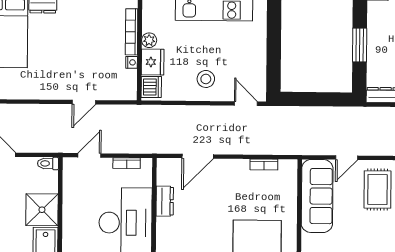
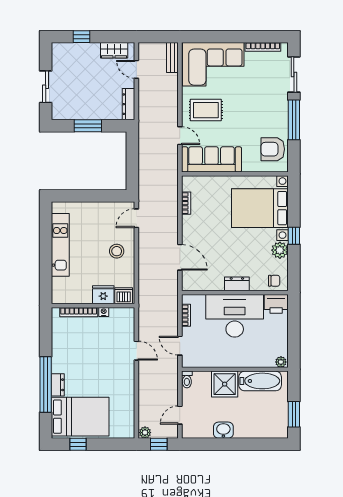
plant: (149, 40) -> (85, 298), removed
dresser: (165, 201) -> (237, 284), moved

